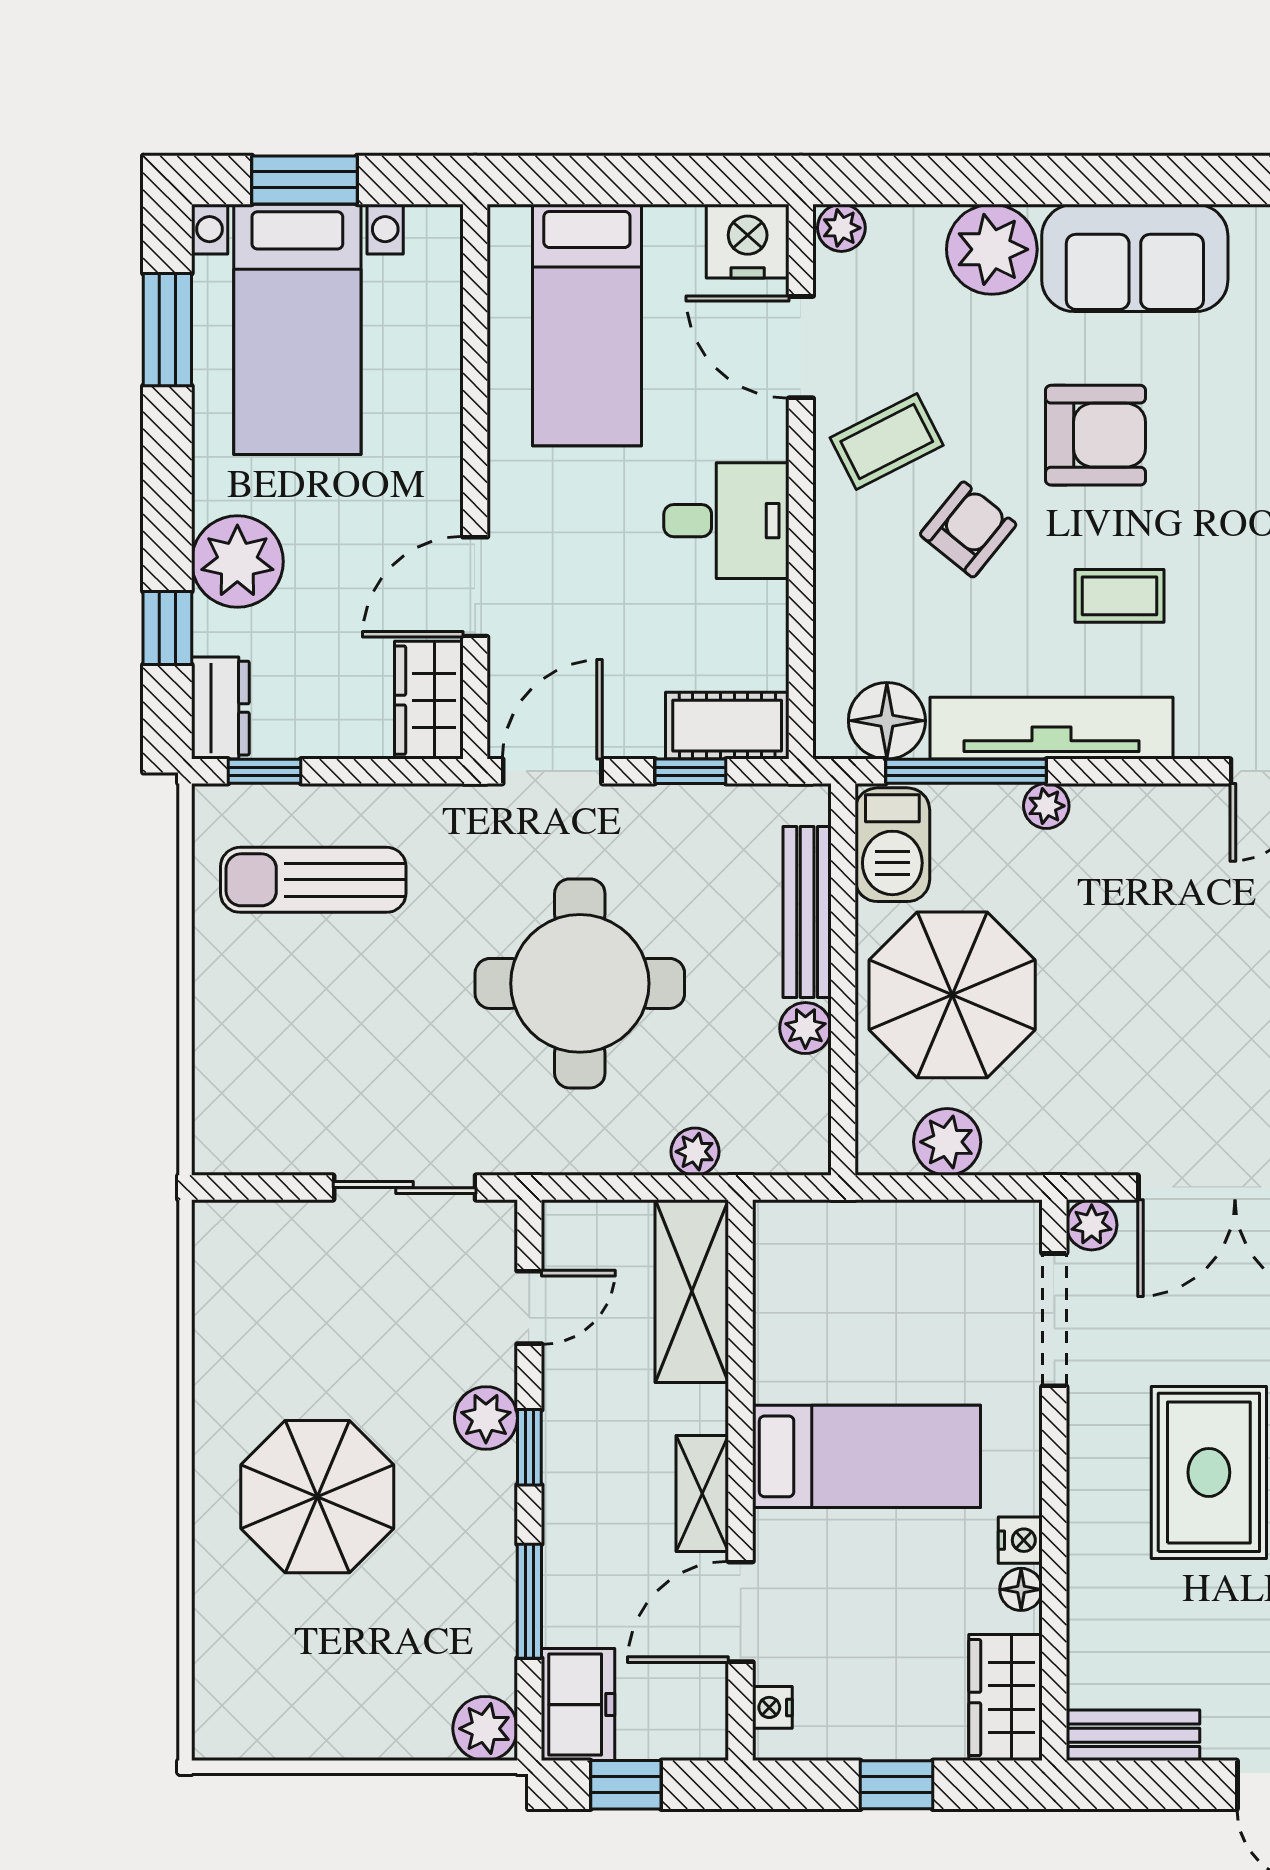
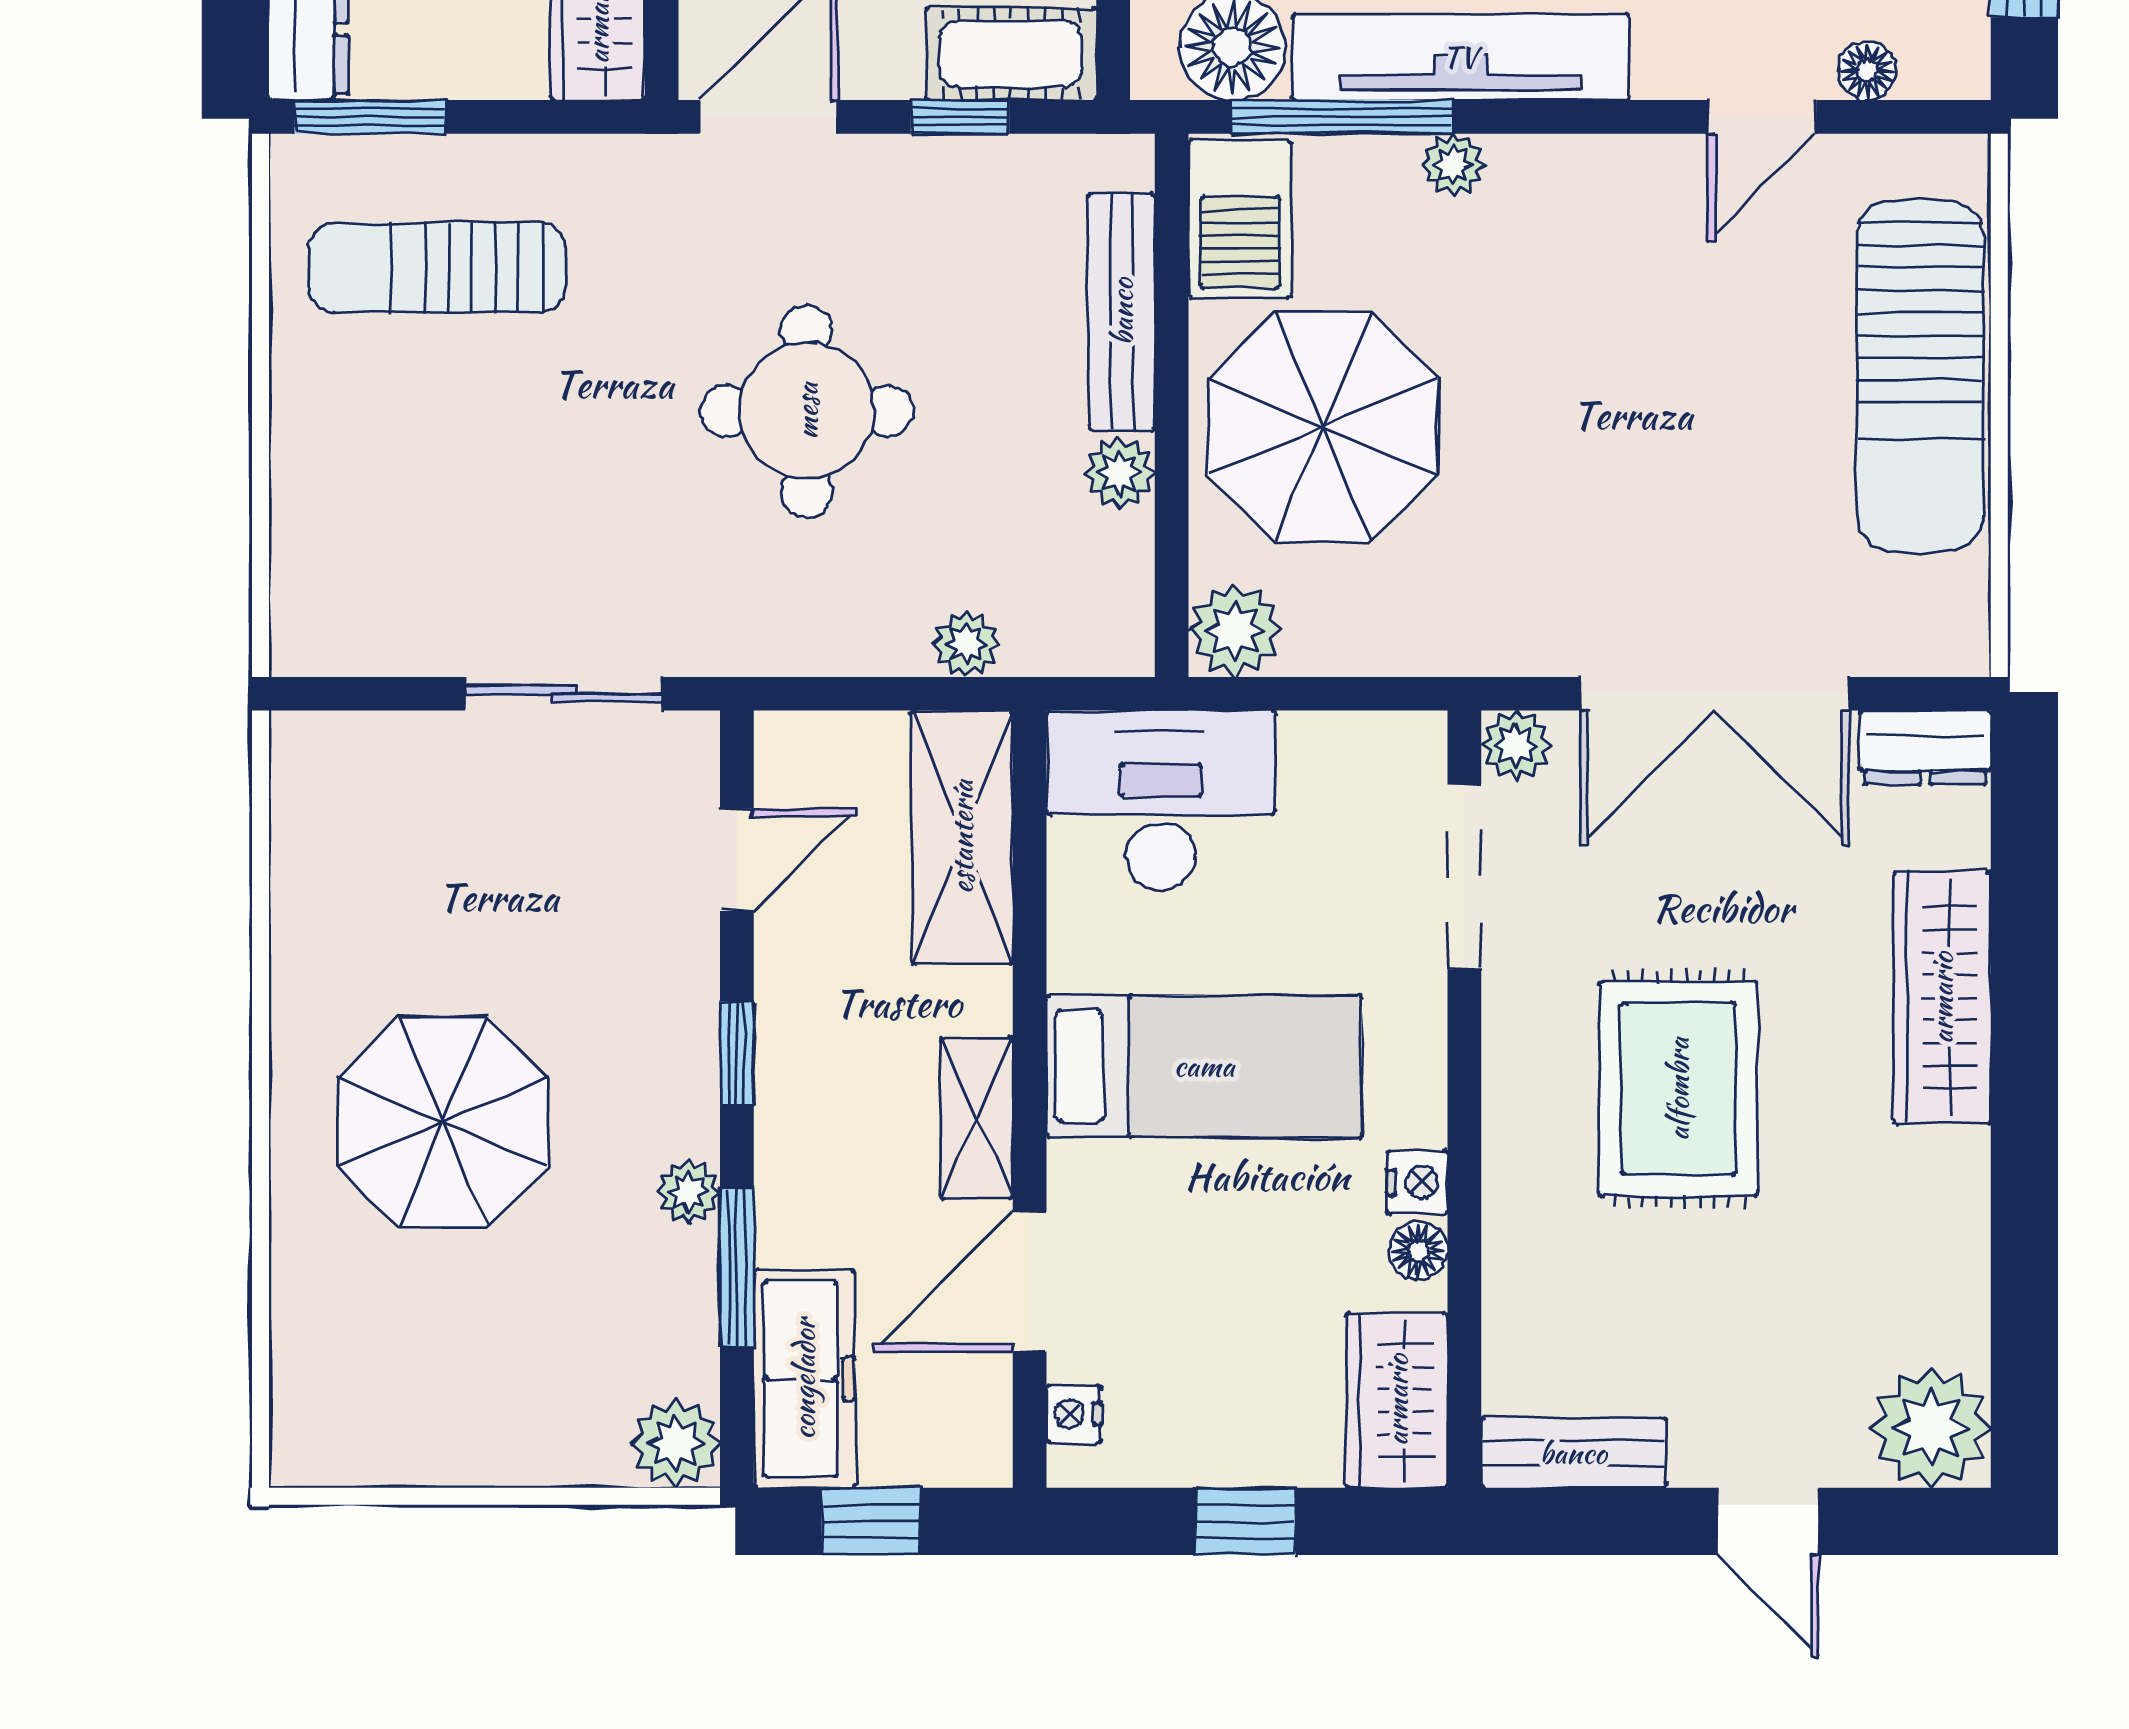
window: (264, 771) -> (370, 117), width x1.50
round table: (580, 983) -> (807, 411), width x0.73, depth x0.73
plant: (947, 1142) -> (1235, 631), moved
desk: (835, 1264) -> (1160, 800), added
plant: (486, 1418) -> (689, 1192), moved, width x0.73, depth x0.73
freezer: (578, 1705) -> (804, 1379), width x1.40

